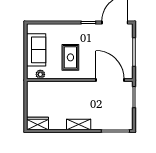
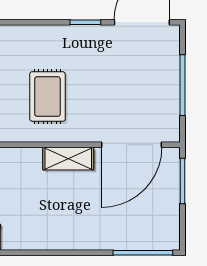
door: (110, 80) -> (132, 145), swing flipped
shelving: (79, 124) -> (68, 159), moved

